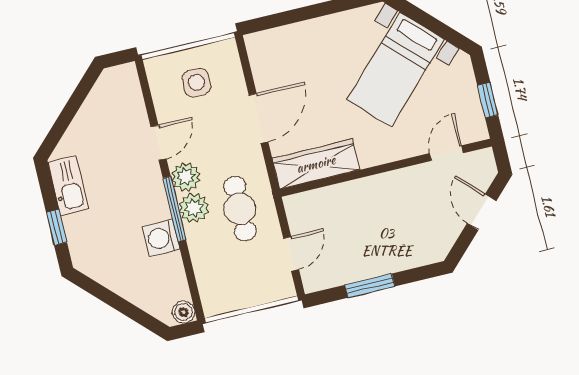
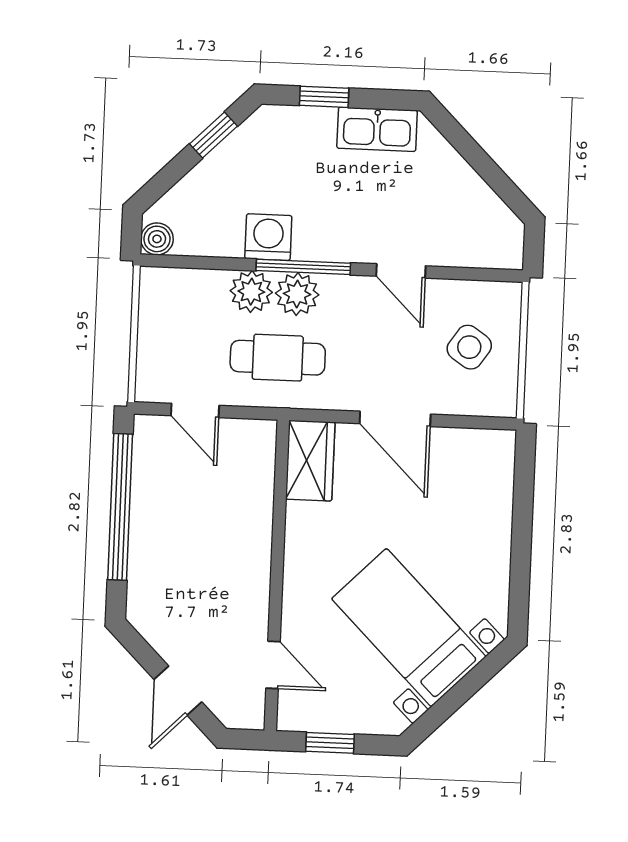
side table: (196, 82) -> (469, 347), turned 34
wardrobe: (316, 164) -> (310, 461), width x0.67
plant: (186, 177) -> (251, 292), moved
door: (482, 212) -> (178, 691), swing flipped
window: (370, 286) -> (120, 507), width x2.11
window: (103, 294) -> (214, 135), added

